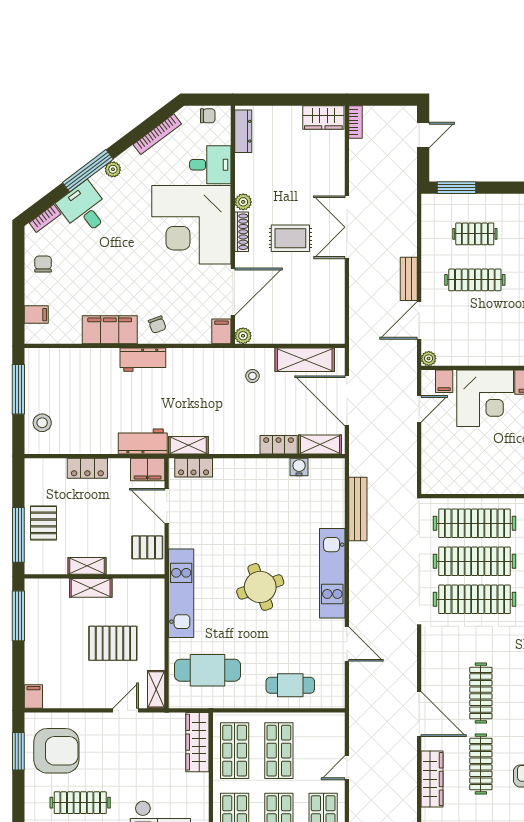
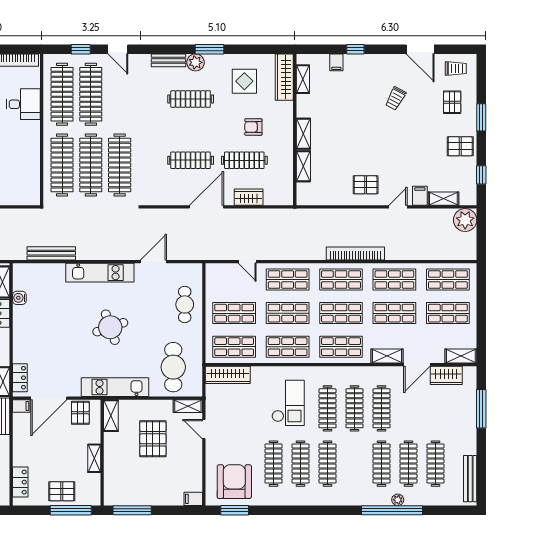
locker: (87, 468) -> (20, 482), moved
filing cabinet: (148, 470) -> (21, 406), width x0.50
door: (167, 506) -> (49, 398), width x1.36
shelving: (91, 588) -> (111, 416), moved
wardrobe: (432, 779) -> (249, 197), width x0.67

